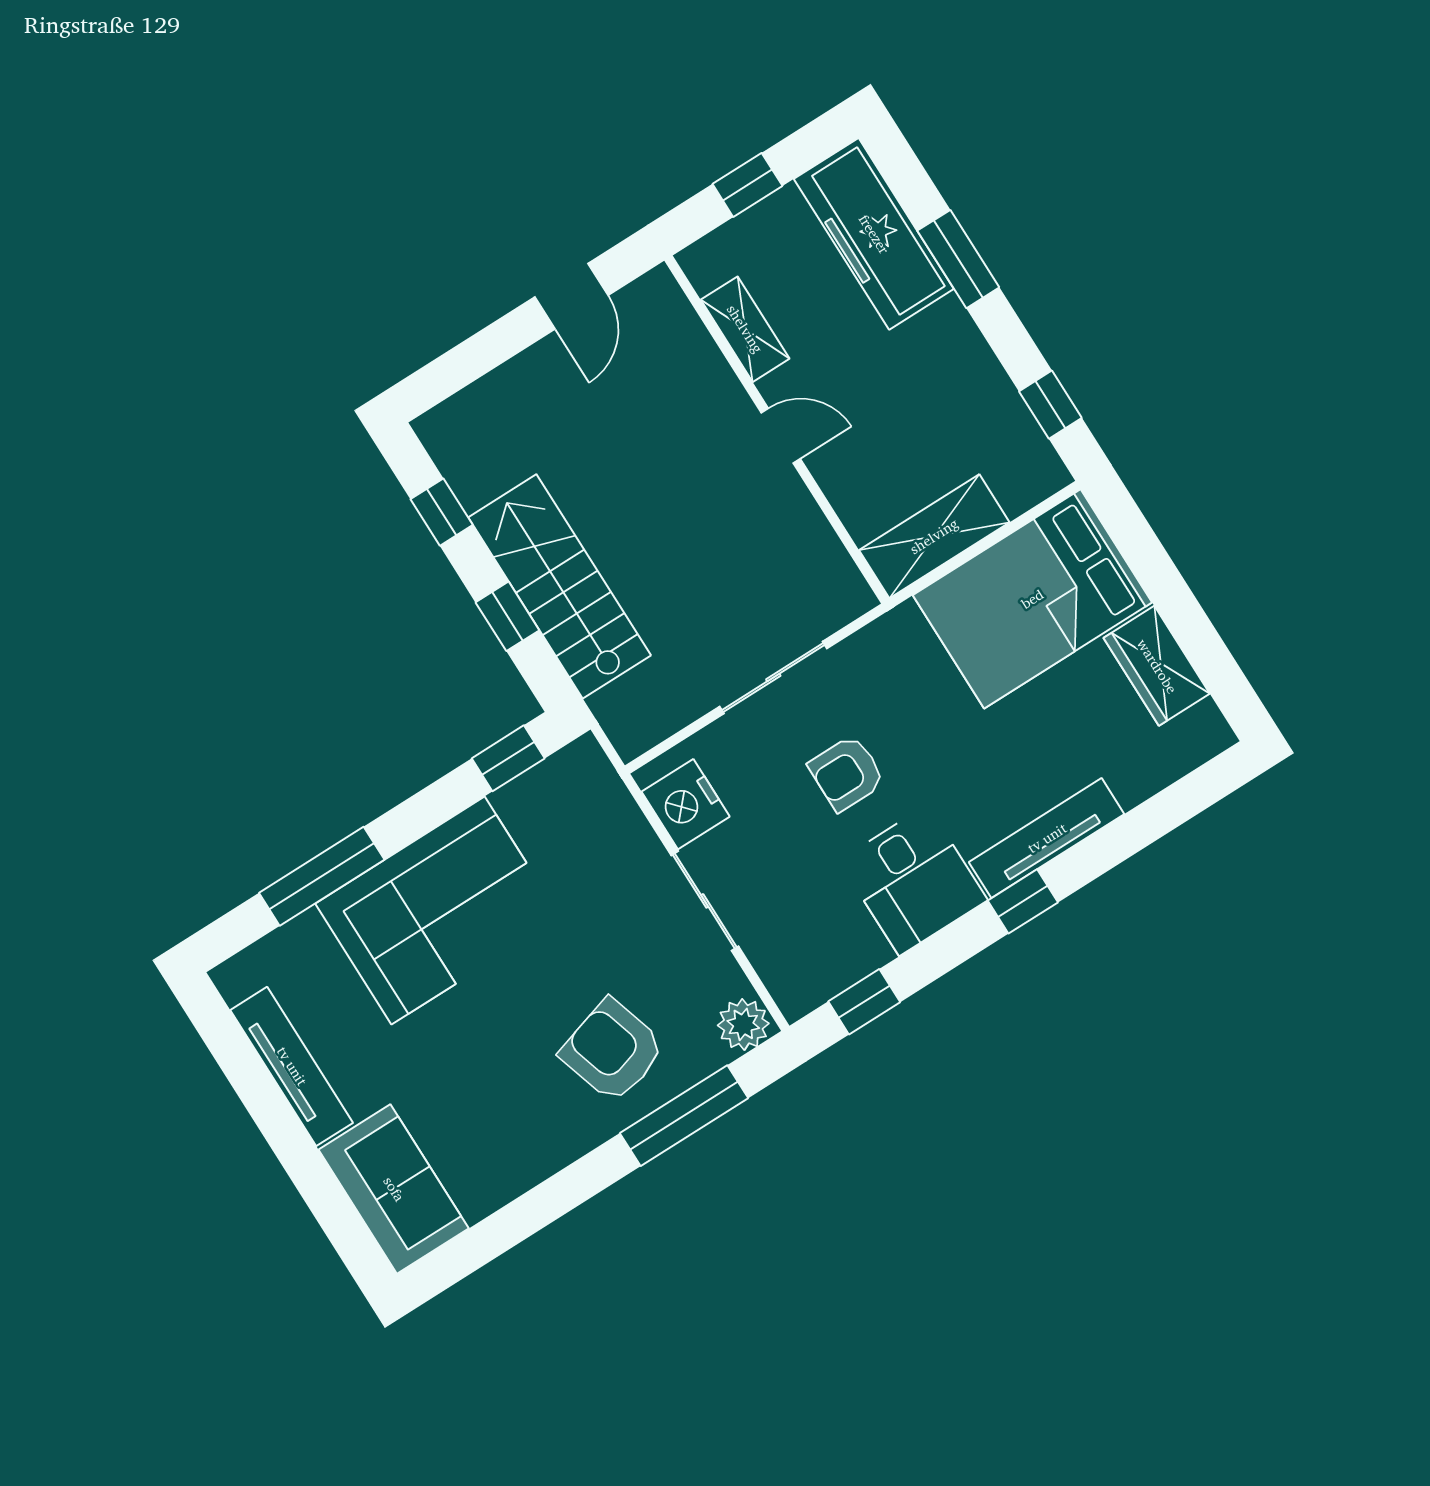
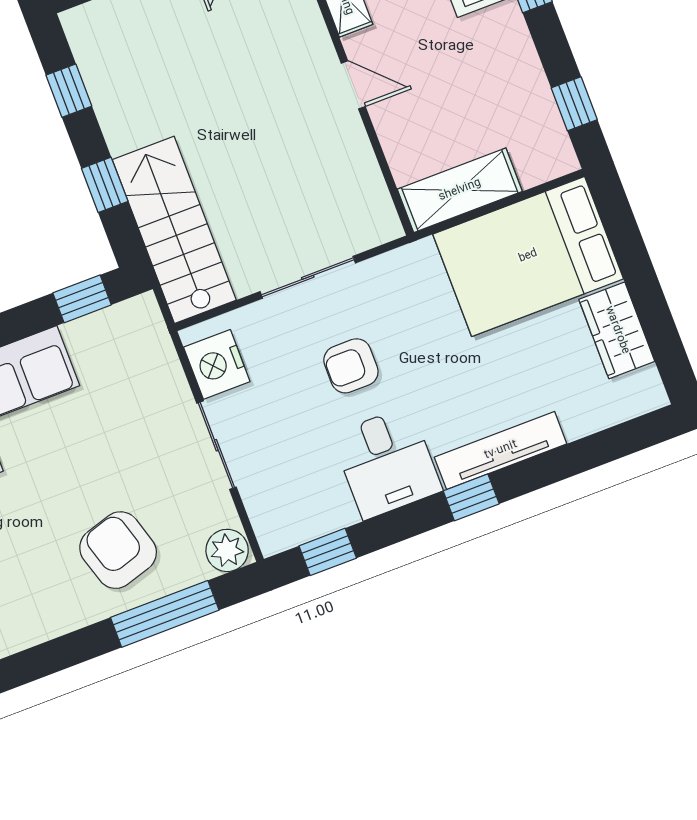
stairs: (560, 586) -> (174, 230), moved

